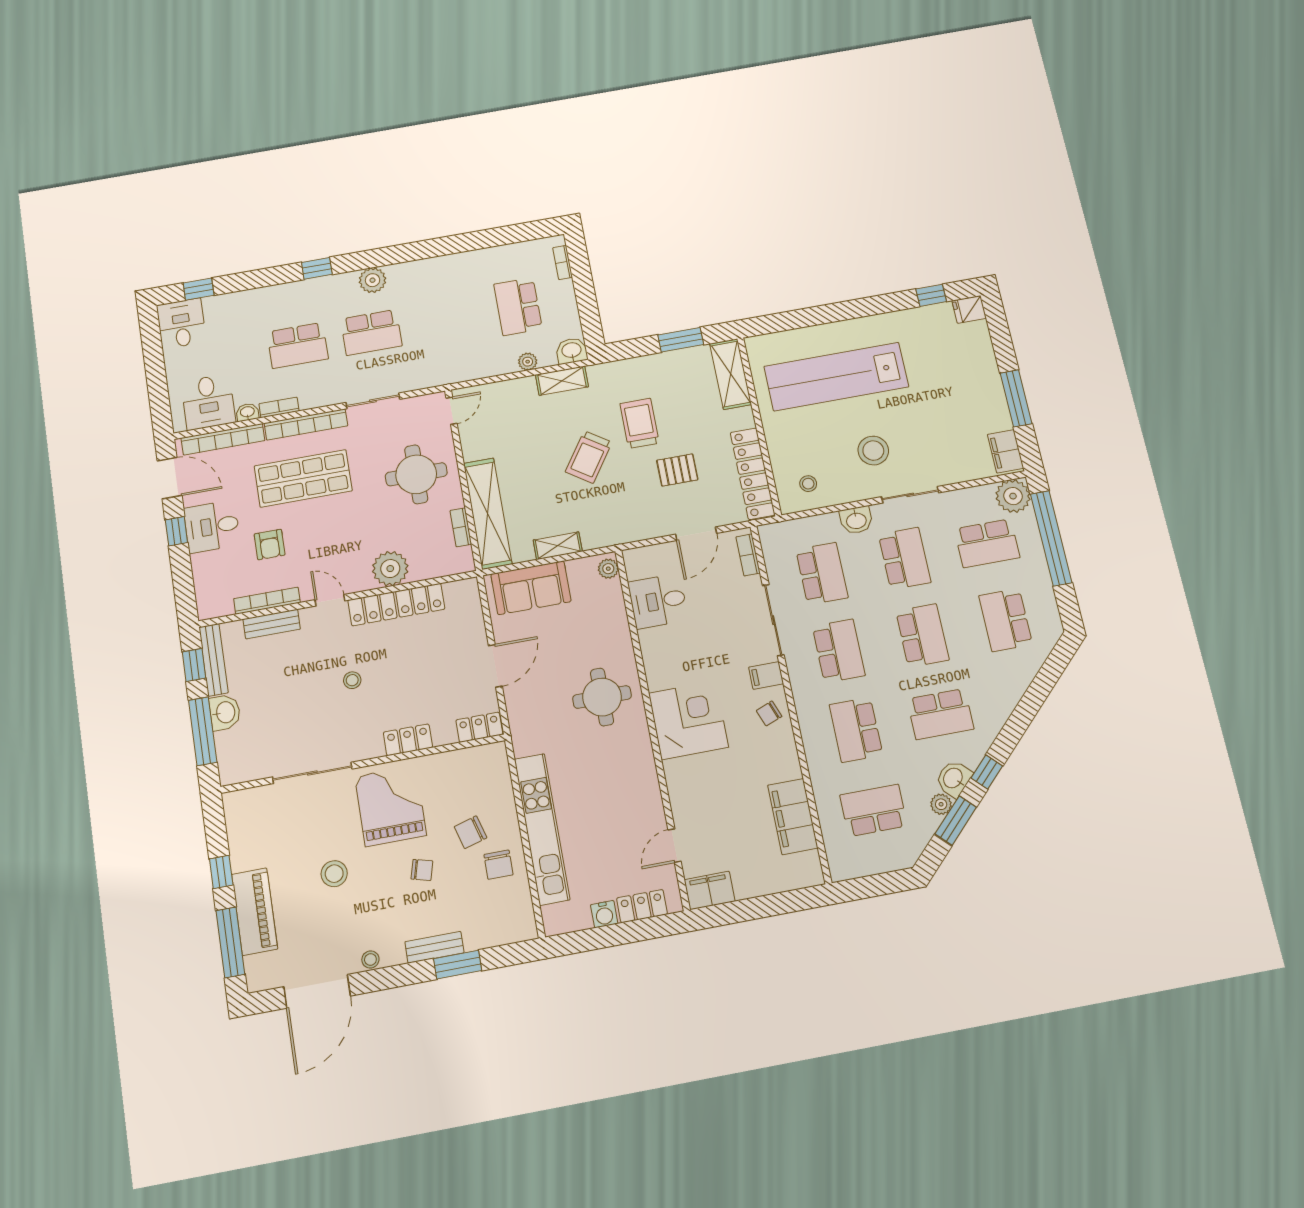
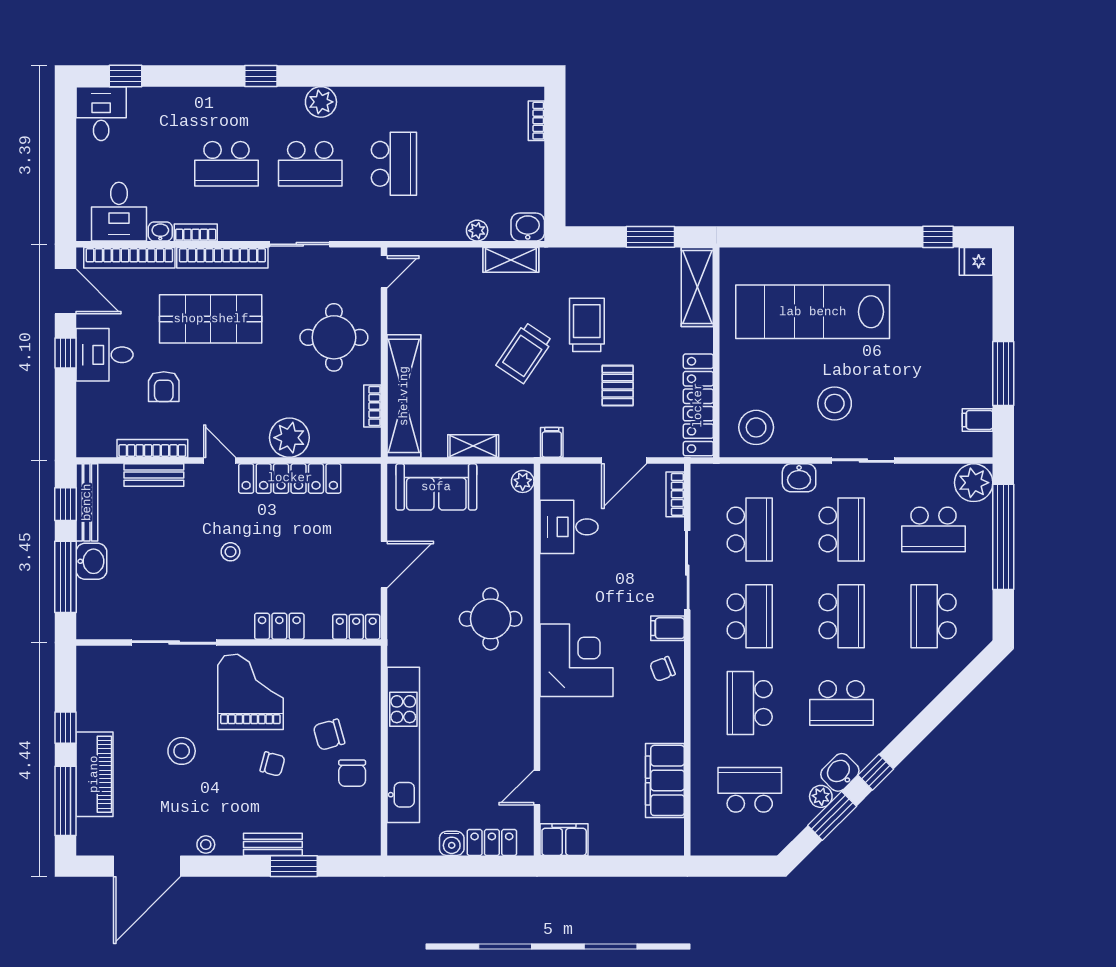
school desk: (518, 307) -> (394, 164), moved, turned 180
filing cabinet: (1005, 451) -> (977, 420), width x0.50
pallet: (677, 470) -> (618, 386), turned 90
stool: (808, 484) -> (756, 427), width x1.89, depth x1.89
filing cabinet: (628, 530) -> (552, 442), added

